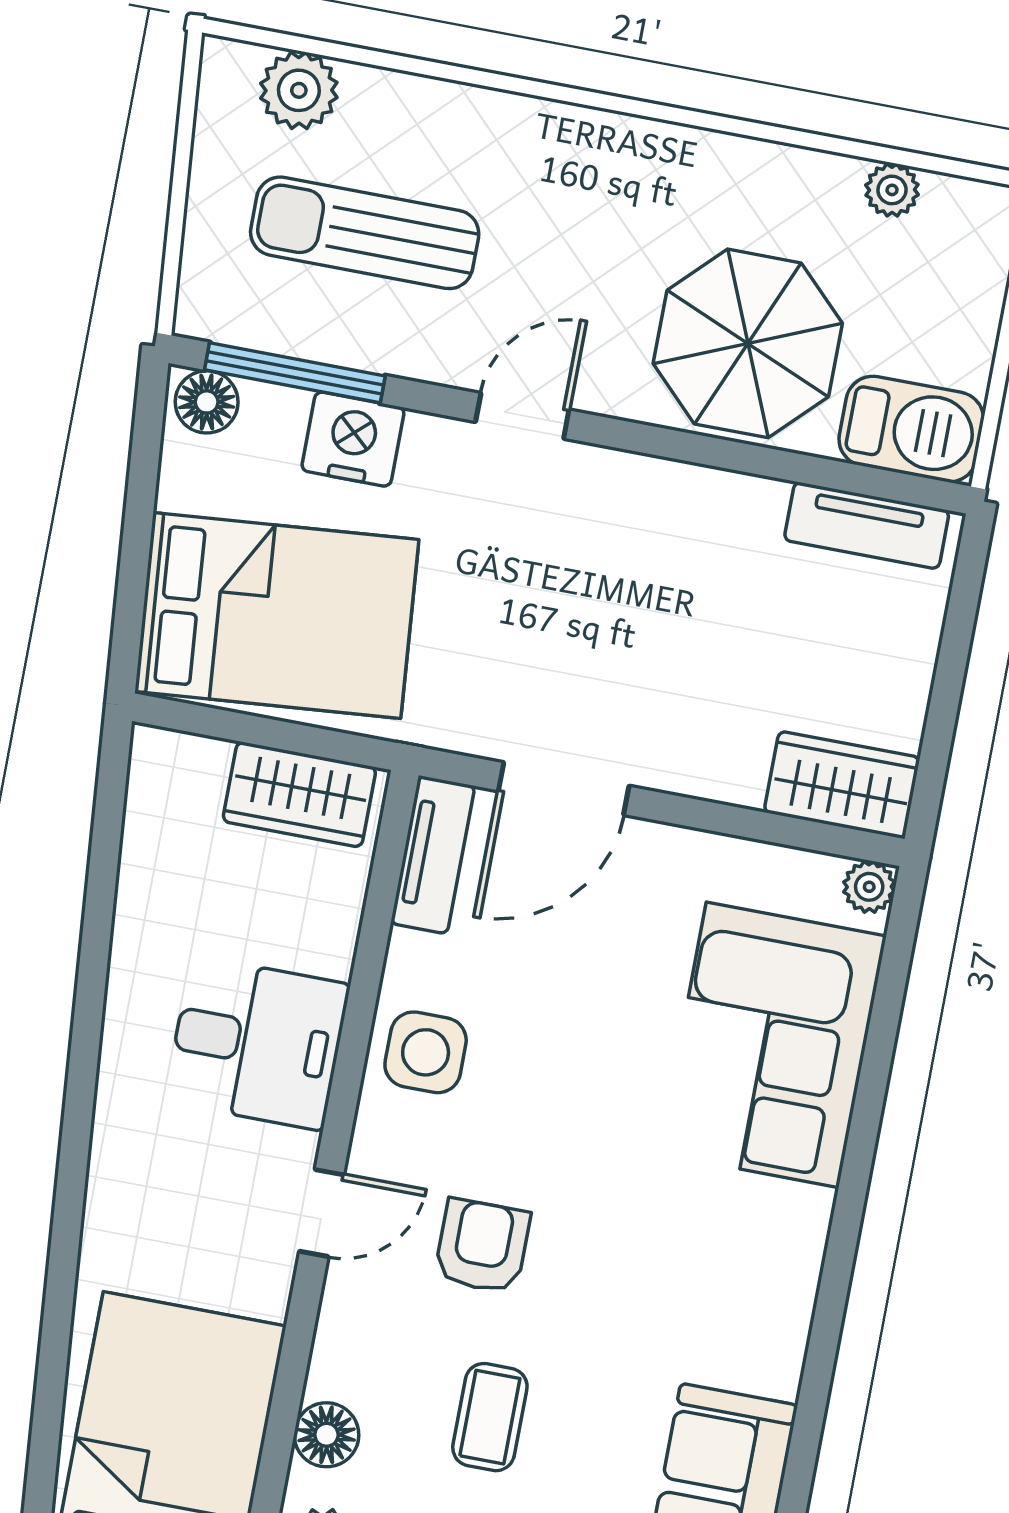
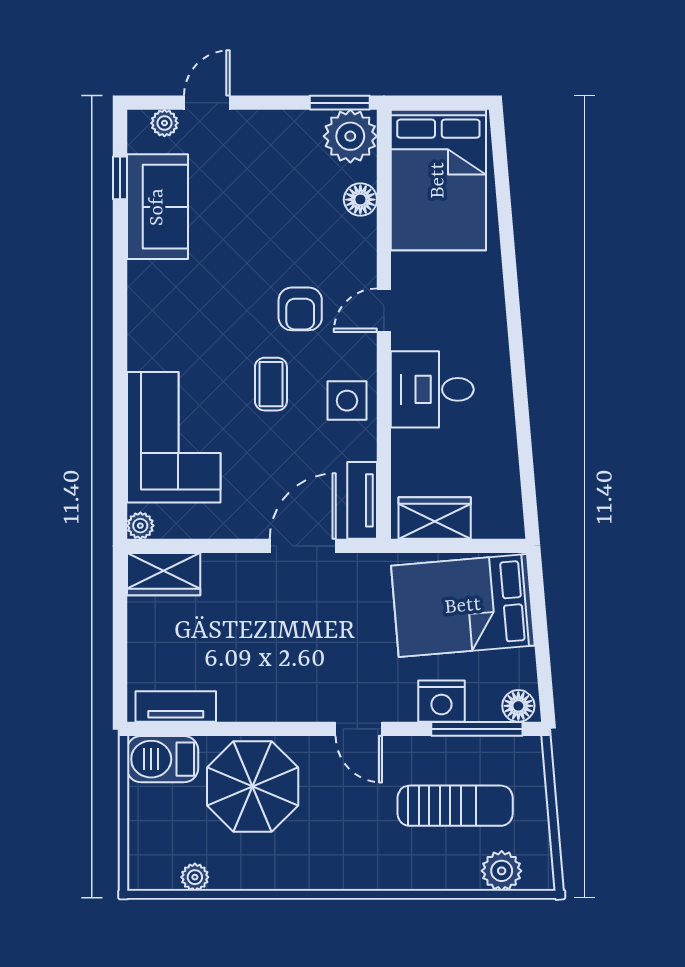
door: (522, 416) -> (359, 729), hinge flipped
coffee table: (490, 1417) -> (271, 384), moved

